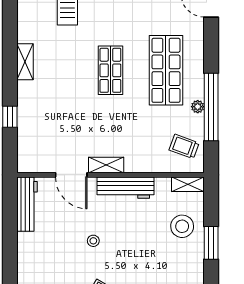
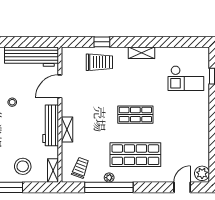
trolley: (38, 120) -> (99, 62), added
shelving: (106, 165) -> (67, 130), moved
workbench: (27, 204) -> (31, 57), width x1.36, depth x1.32

